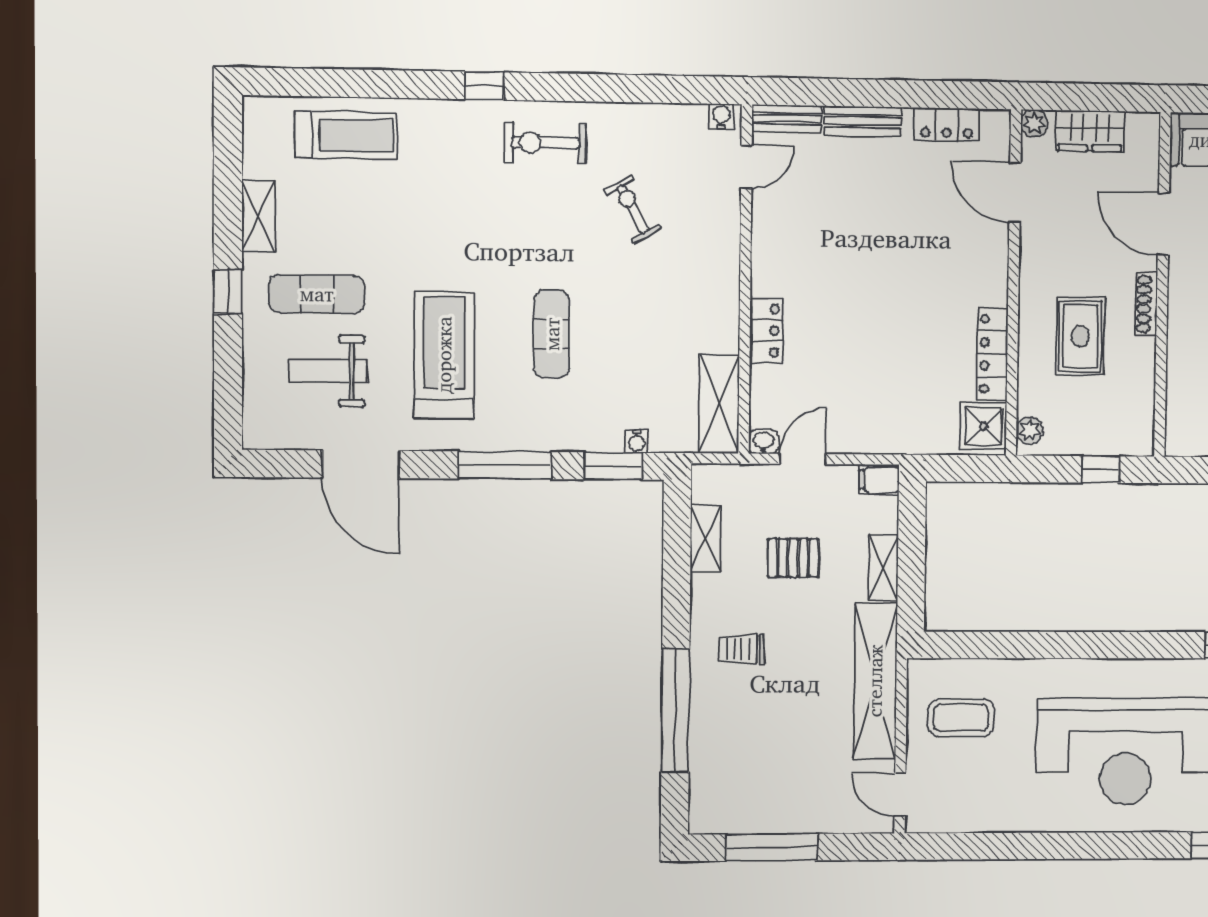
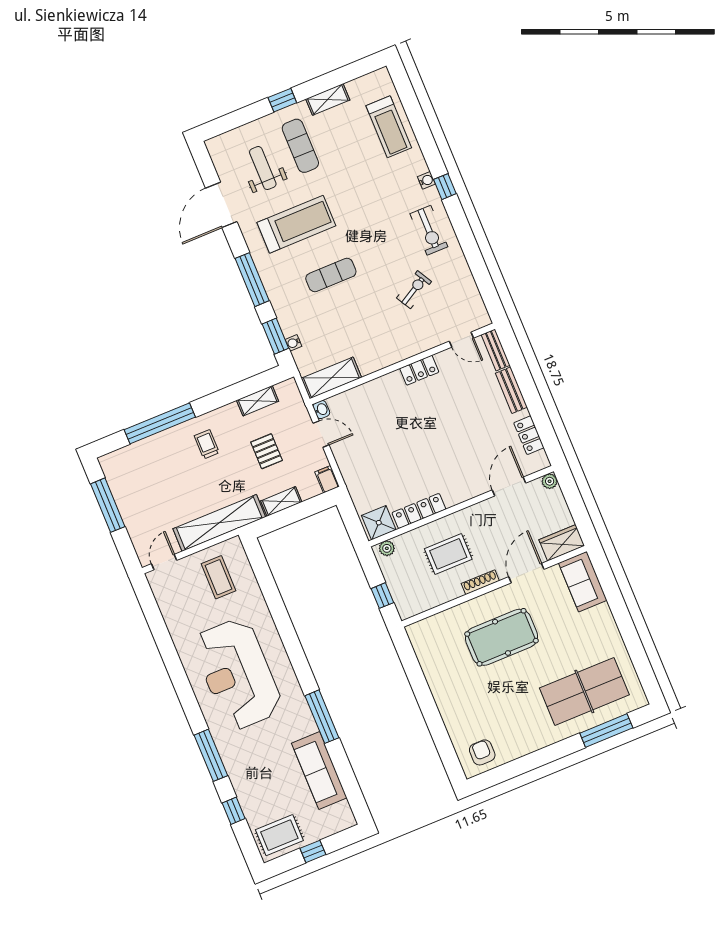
water cooler: (721, 116) -> (426, 180), moved
wardrobe: (1090, 131) -> (562, 543), moved, turned 90
exercise bike: (546, 143) -> (429, 230), turned 180
locker: (766, 331) -> (419, 370), moved

